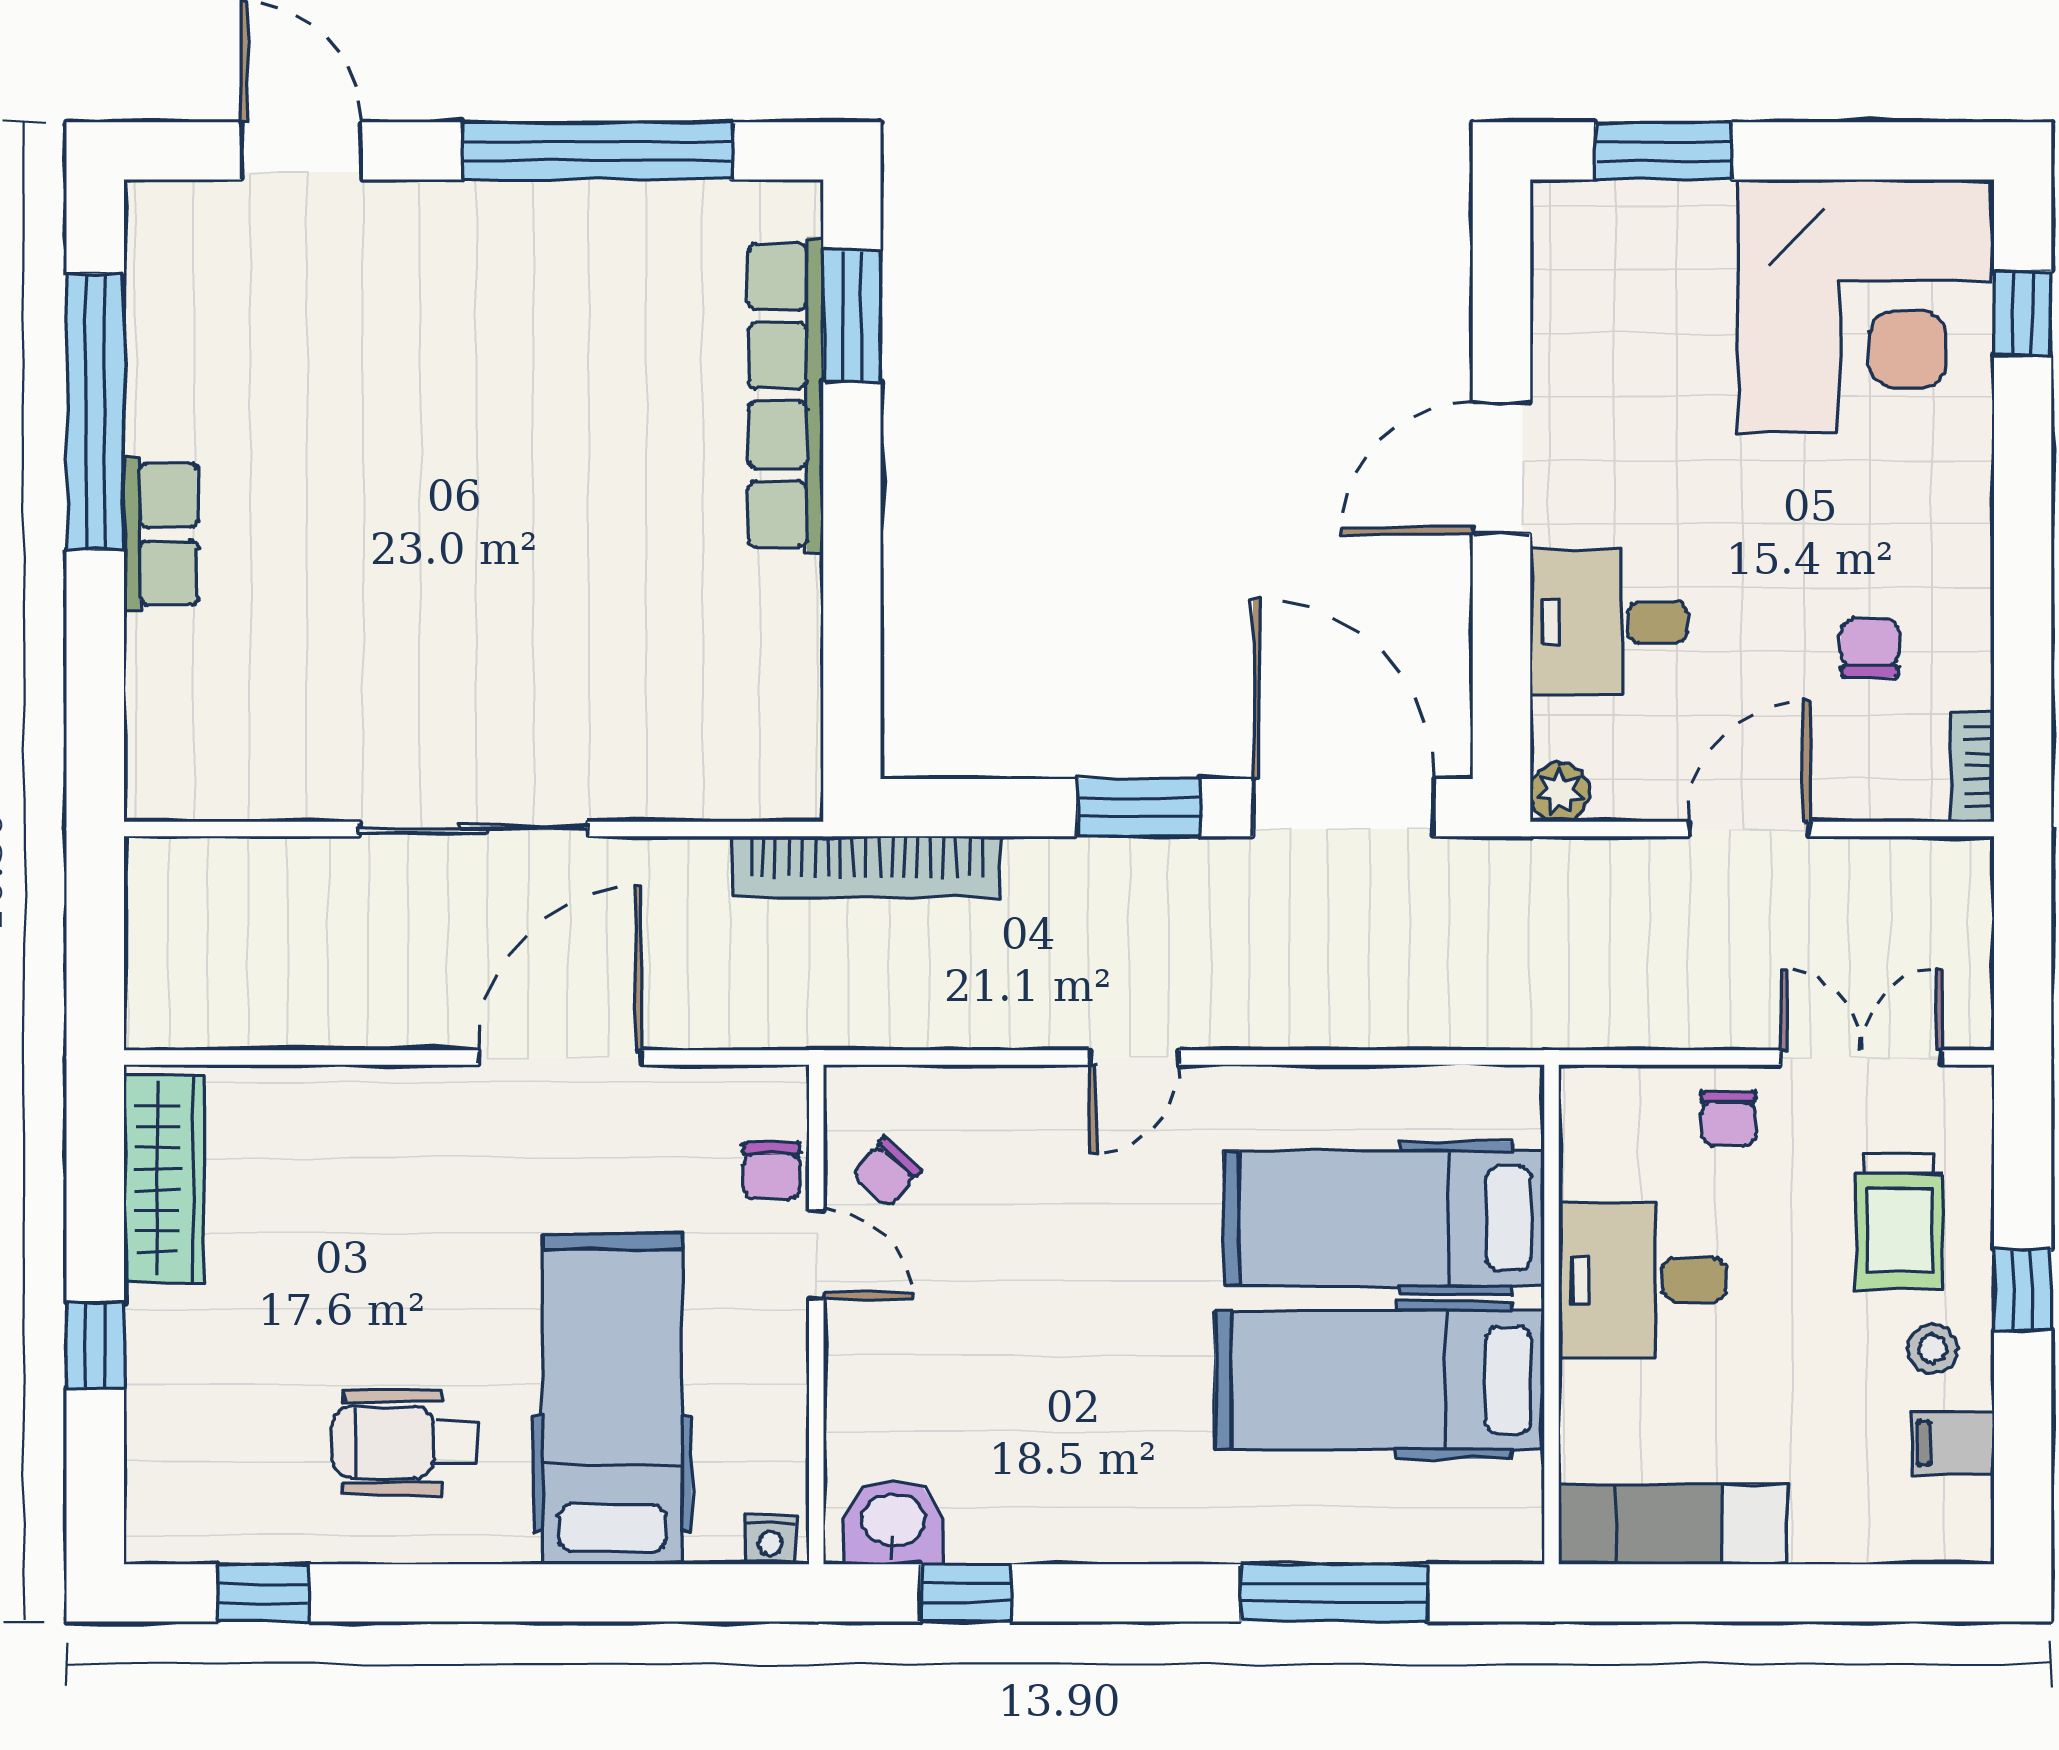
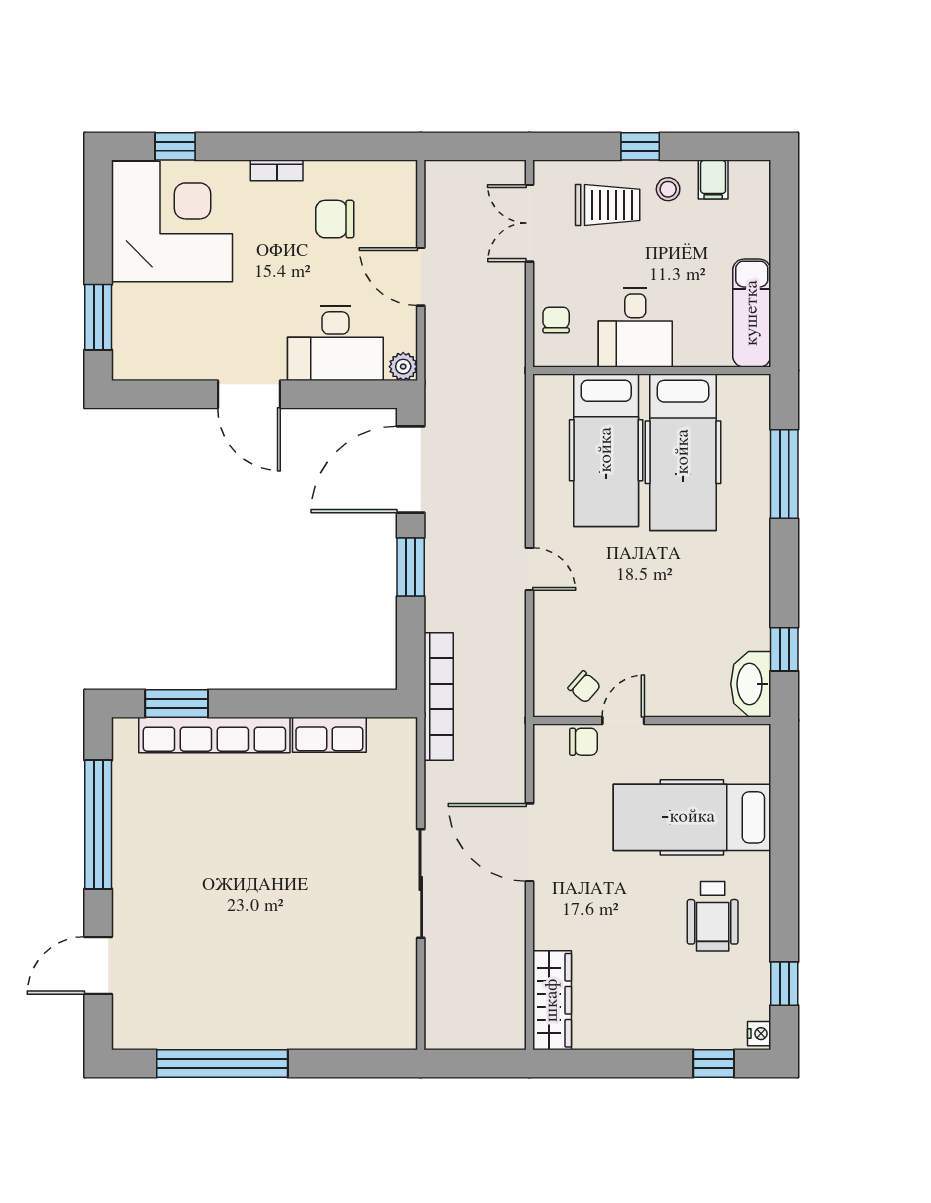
row of seats: (161, 534) -> (329, 735), moved, turned 180
desk: (1609, 622) -> (335, 343), width x1.37
chair: (1870, 648) -> (335, 219), width x1.37, depth x1.37
bookcase: (1972, 767) -> (277, 170), moved
chair: (1728, 1118) -> (556, 320), moved, turned -90
wardrobe: (164, 1179) -> (552, 1000), moved, turned 90
window: (95, 1345) -> (714, 1063), moved
washbasin: (893, 1522) -> (751, 684), width x1.38
nightstand: (770, 1540) -> (759, 1034), moved

